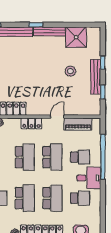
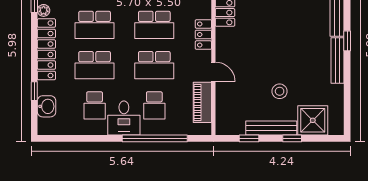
shower: (76, 37) -> (313, 120), moved

